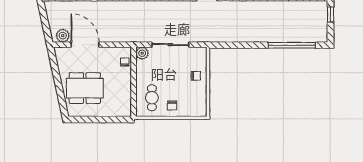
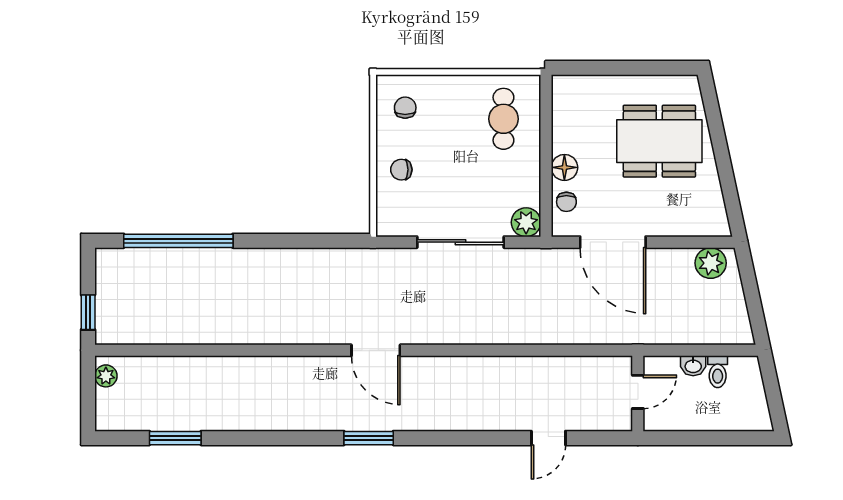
door: (85, 45) -> (613, 242), moved
floor lamp: (126, 77) -> (564, 167), added
chair: (172, 105) -> (405, 108), moved

